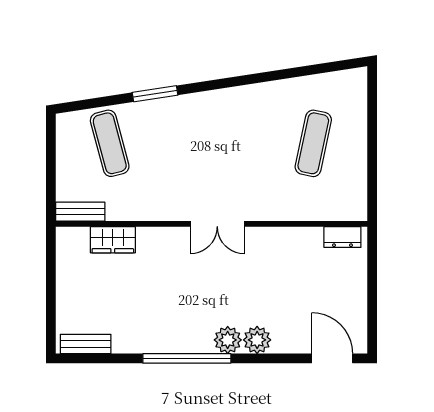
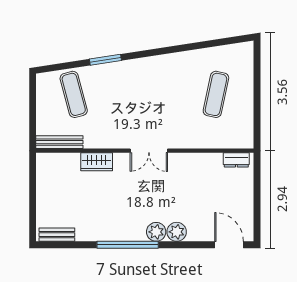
bench: (80, 212) -> (59, 142), width x1.36
wardrobe: (113, 240) -> (97, 162), moved

